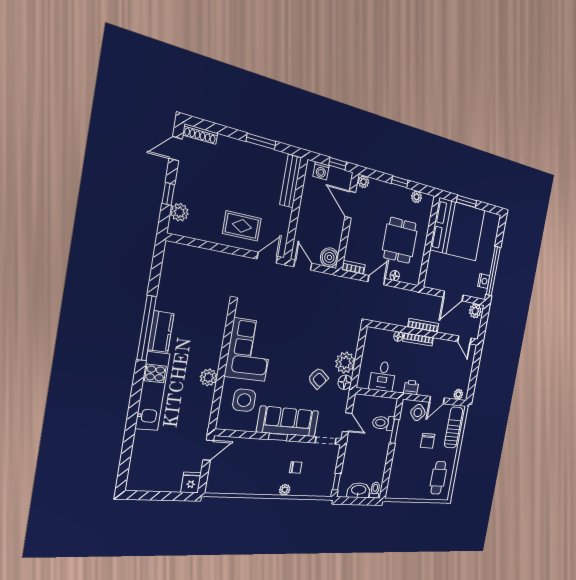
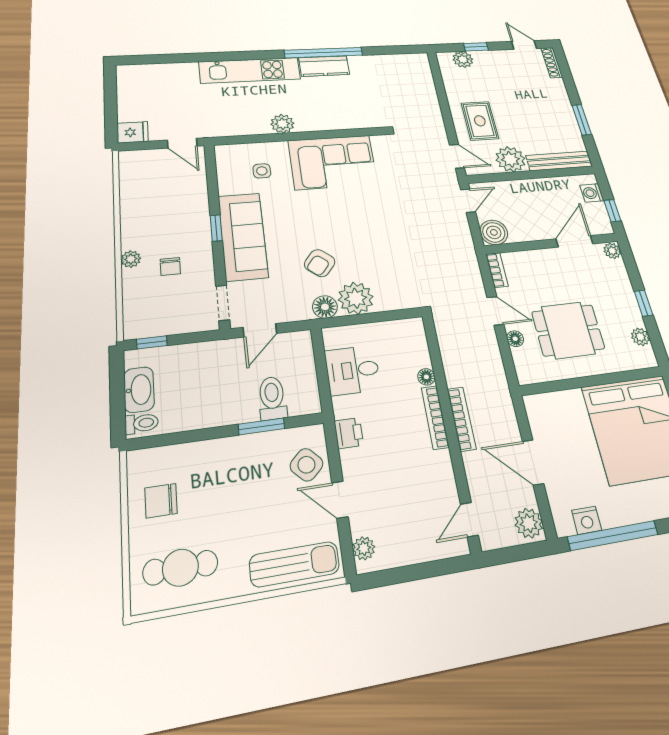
plant: (280, 218) -> (510, 159), added
side table: (244, 400) -> (262, 171), width x0.54, depth x0.54
chair: (428, 441) -> (161, 501), moved

